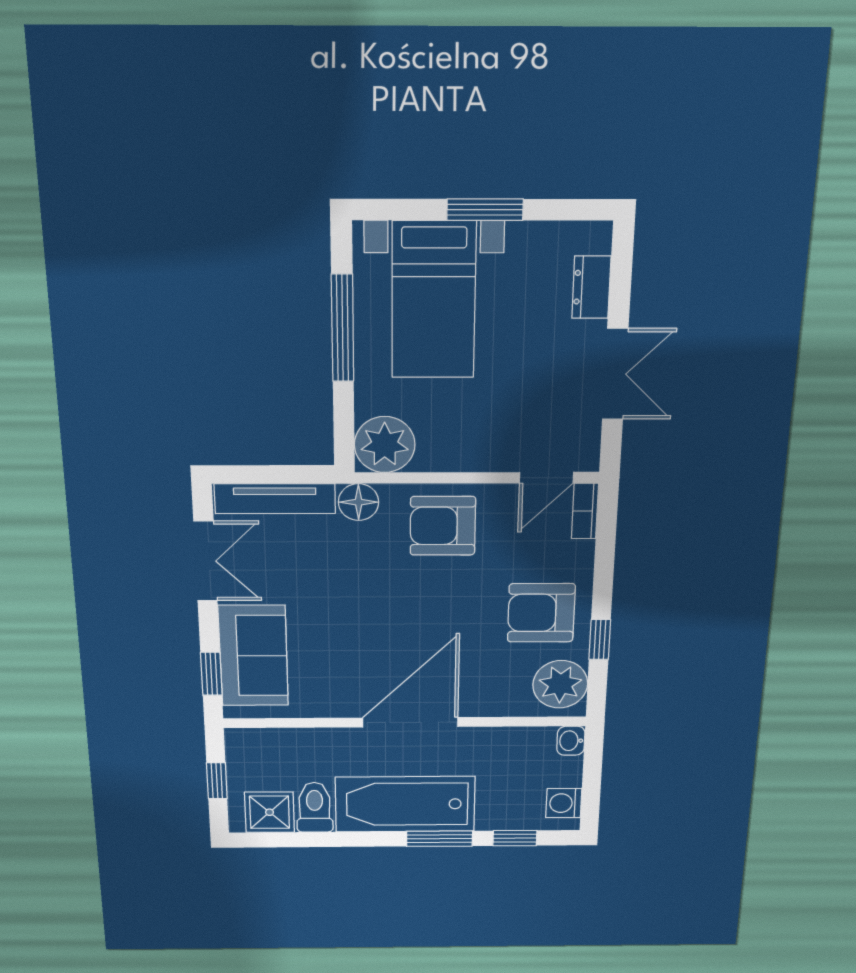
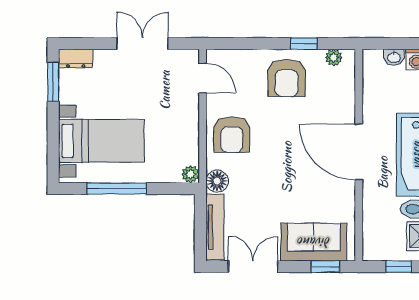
window: (485, 210) -> (53, 82), moved
dresser: (591, 287) -> (76, 59), moved
plant: (385, 445) -> (191, 174), width x0.53, depth x0.53
bookcase: (585, 511) -> (223, 56), removed
plant: (560, 684) -> (334, 58), width x0.53, depth x0.53
washbasin: (571, 741) -> (394, 57), moved

